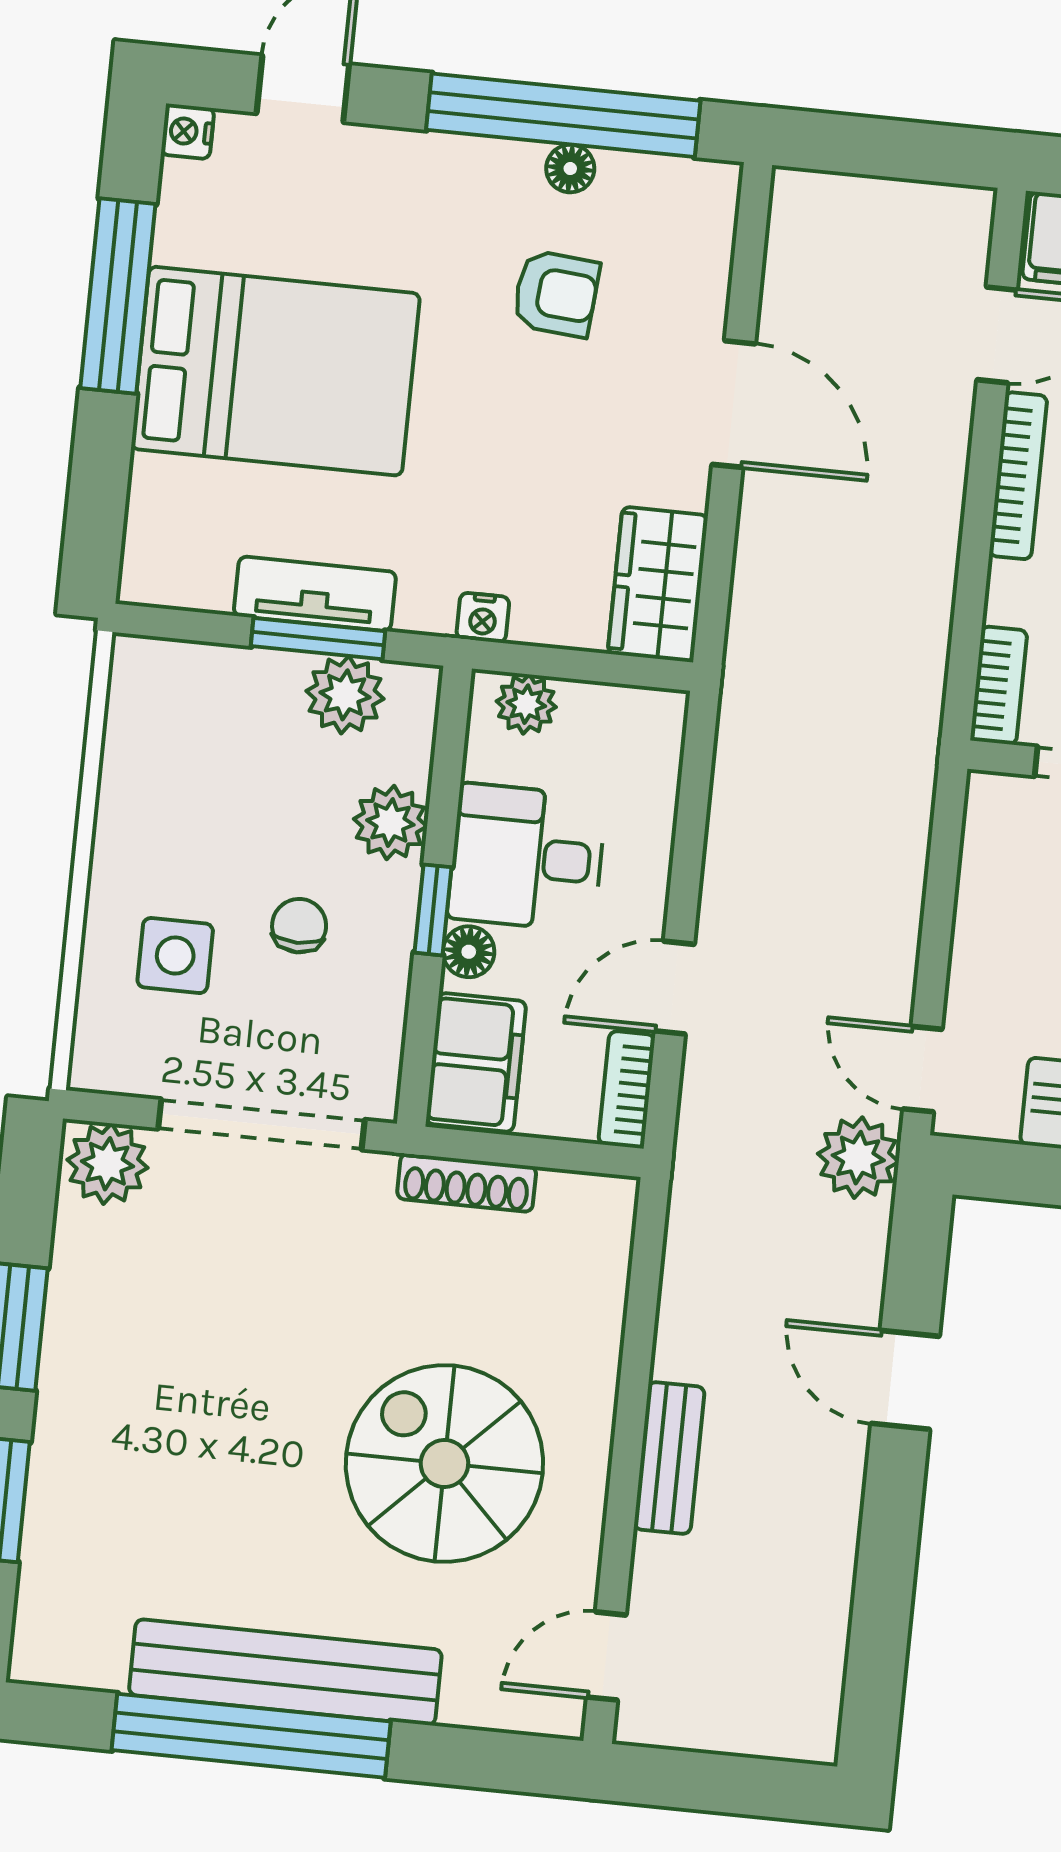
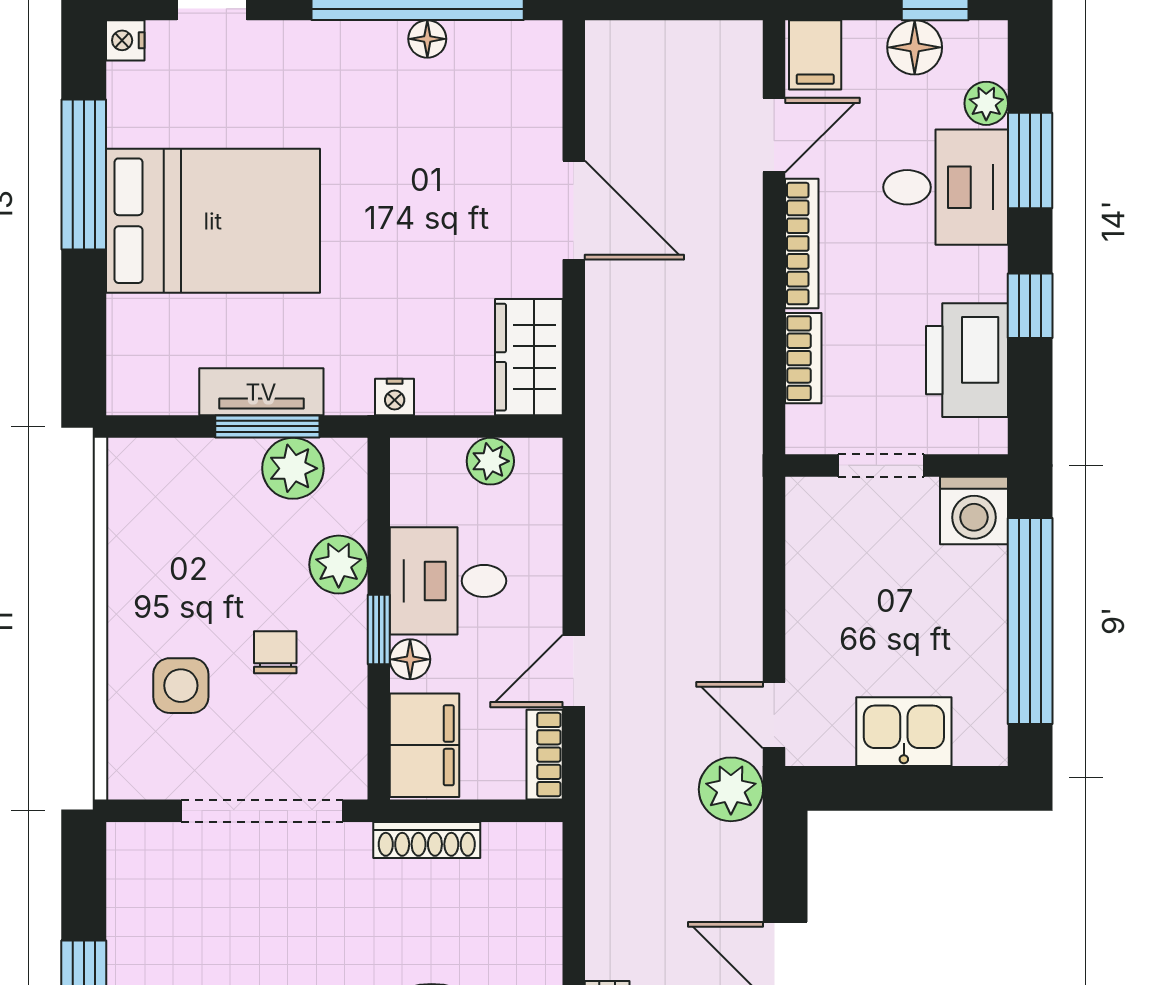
armchair: (556, 294) -> (426, 138), removed
bookcase: (999, 686) -> (803, 358), moved
plant: (526, 704) -> (490, 461), moved
plant: (107, 1164) -> (144, 854), removed

